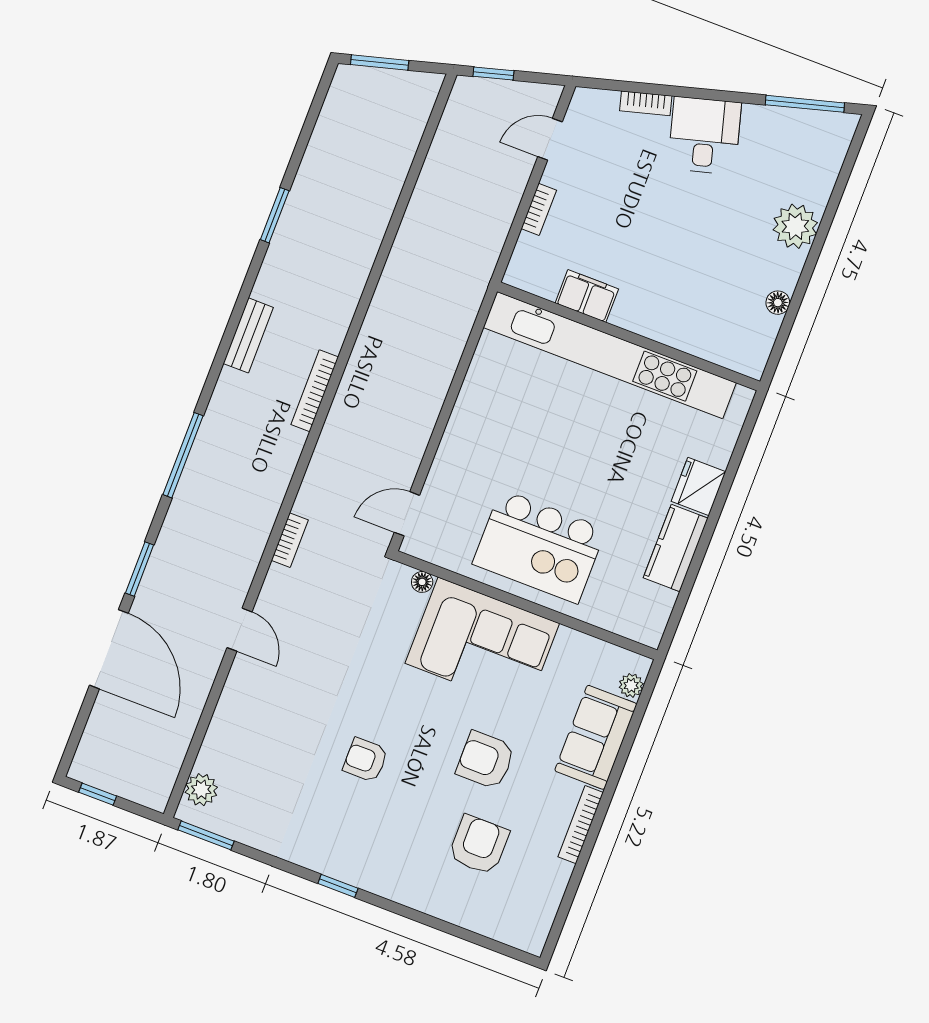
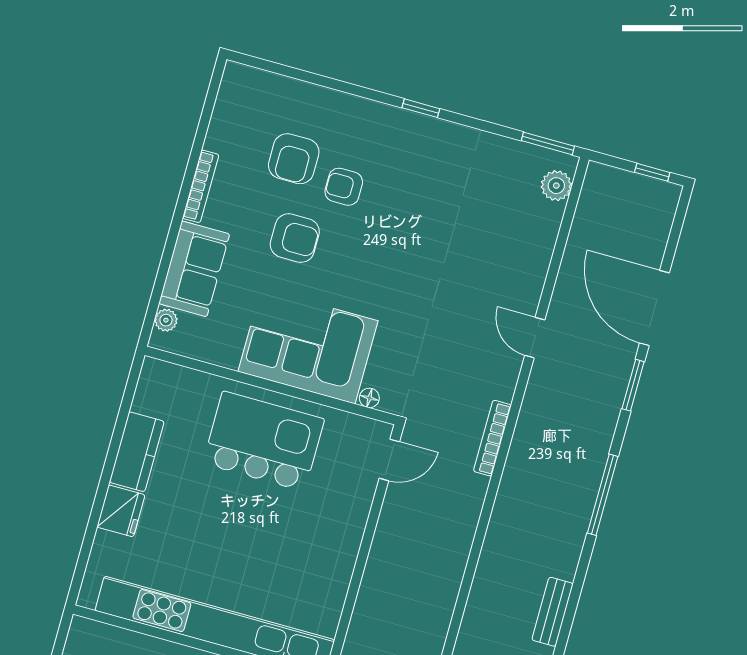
bookcase: (315, 391) -> (486, 566), removed
bookcase: (290, 540) -> (492, 438), width x1.56
armchair: (365, 760) -> (344, 187), moved, turned 180

